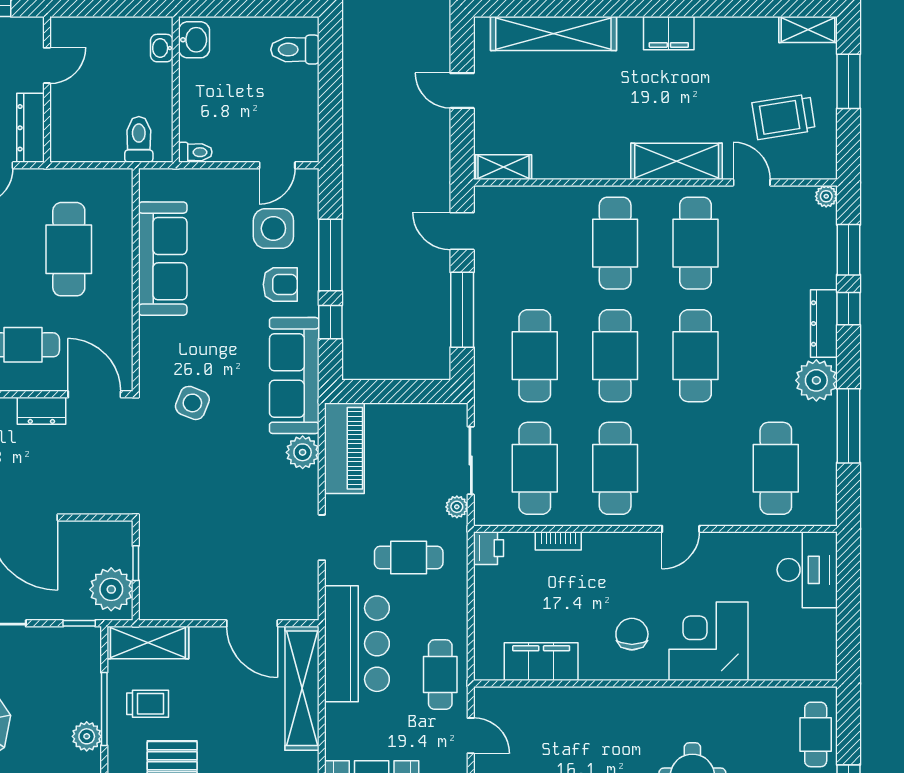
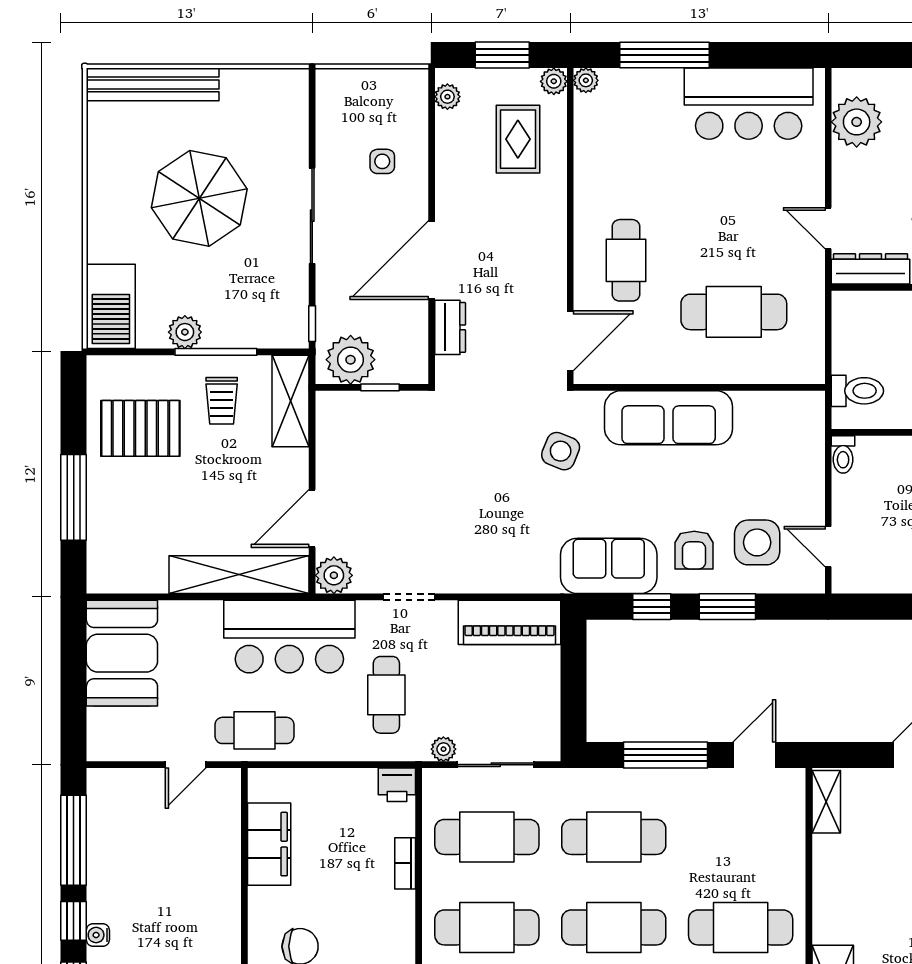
window: (330, 255) -> (727, 607), width x0.69
sofa: (163, 259) -> (669, 418), moved
sofa: (294, 376) -> (609, 566), width x0.73
dresser: (41, 411) -> (450, 327), moved, turned 180
plant: (303, 452) -> (334, 575), moved

